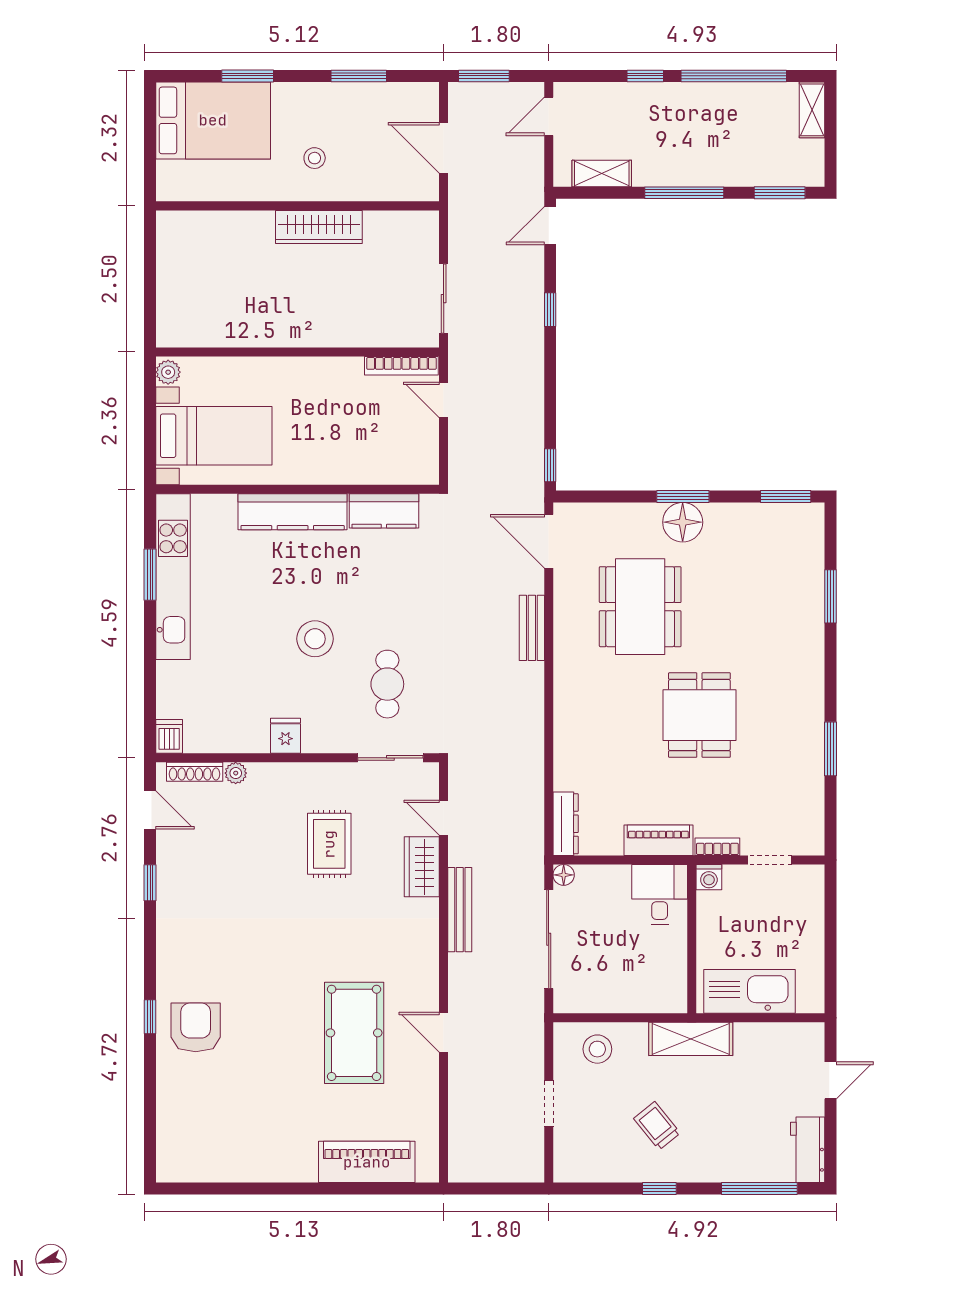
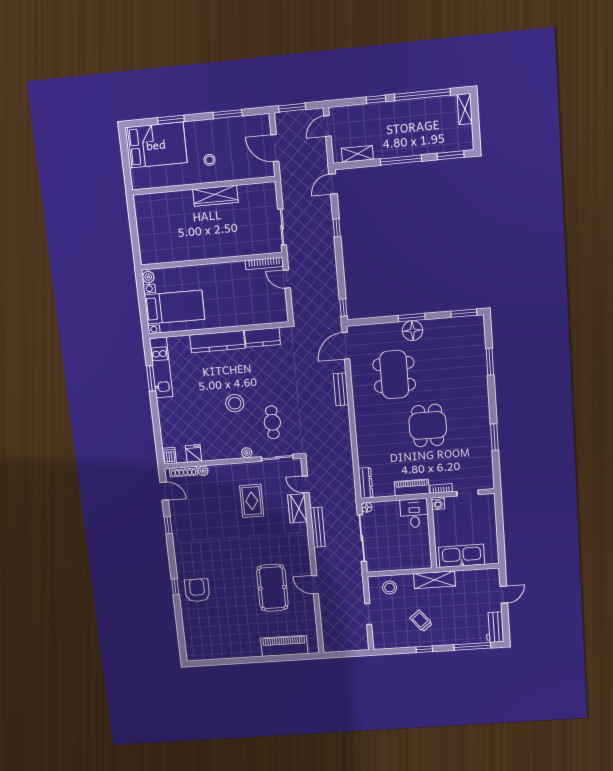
door: (549, 541) -> (346, 346), hinge flipped
kitchen unit: (173, 577) -> (161, 368), width x0.73
fridge: (285, 736) -> (194, 453), moved
plant: (329, 742) -> (247, 453), added

